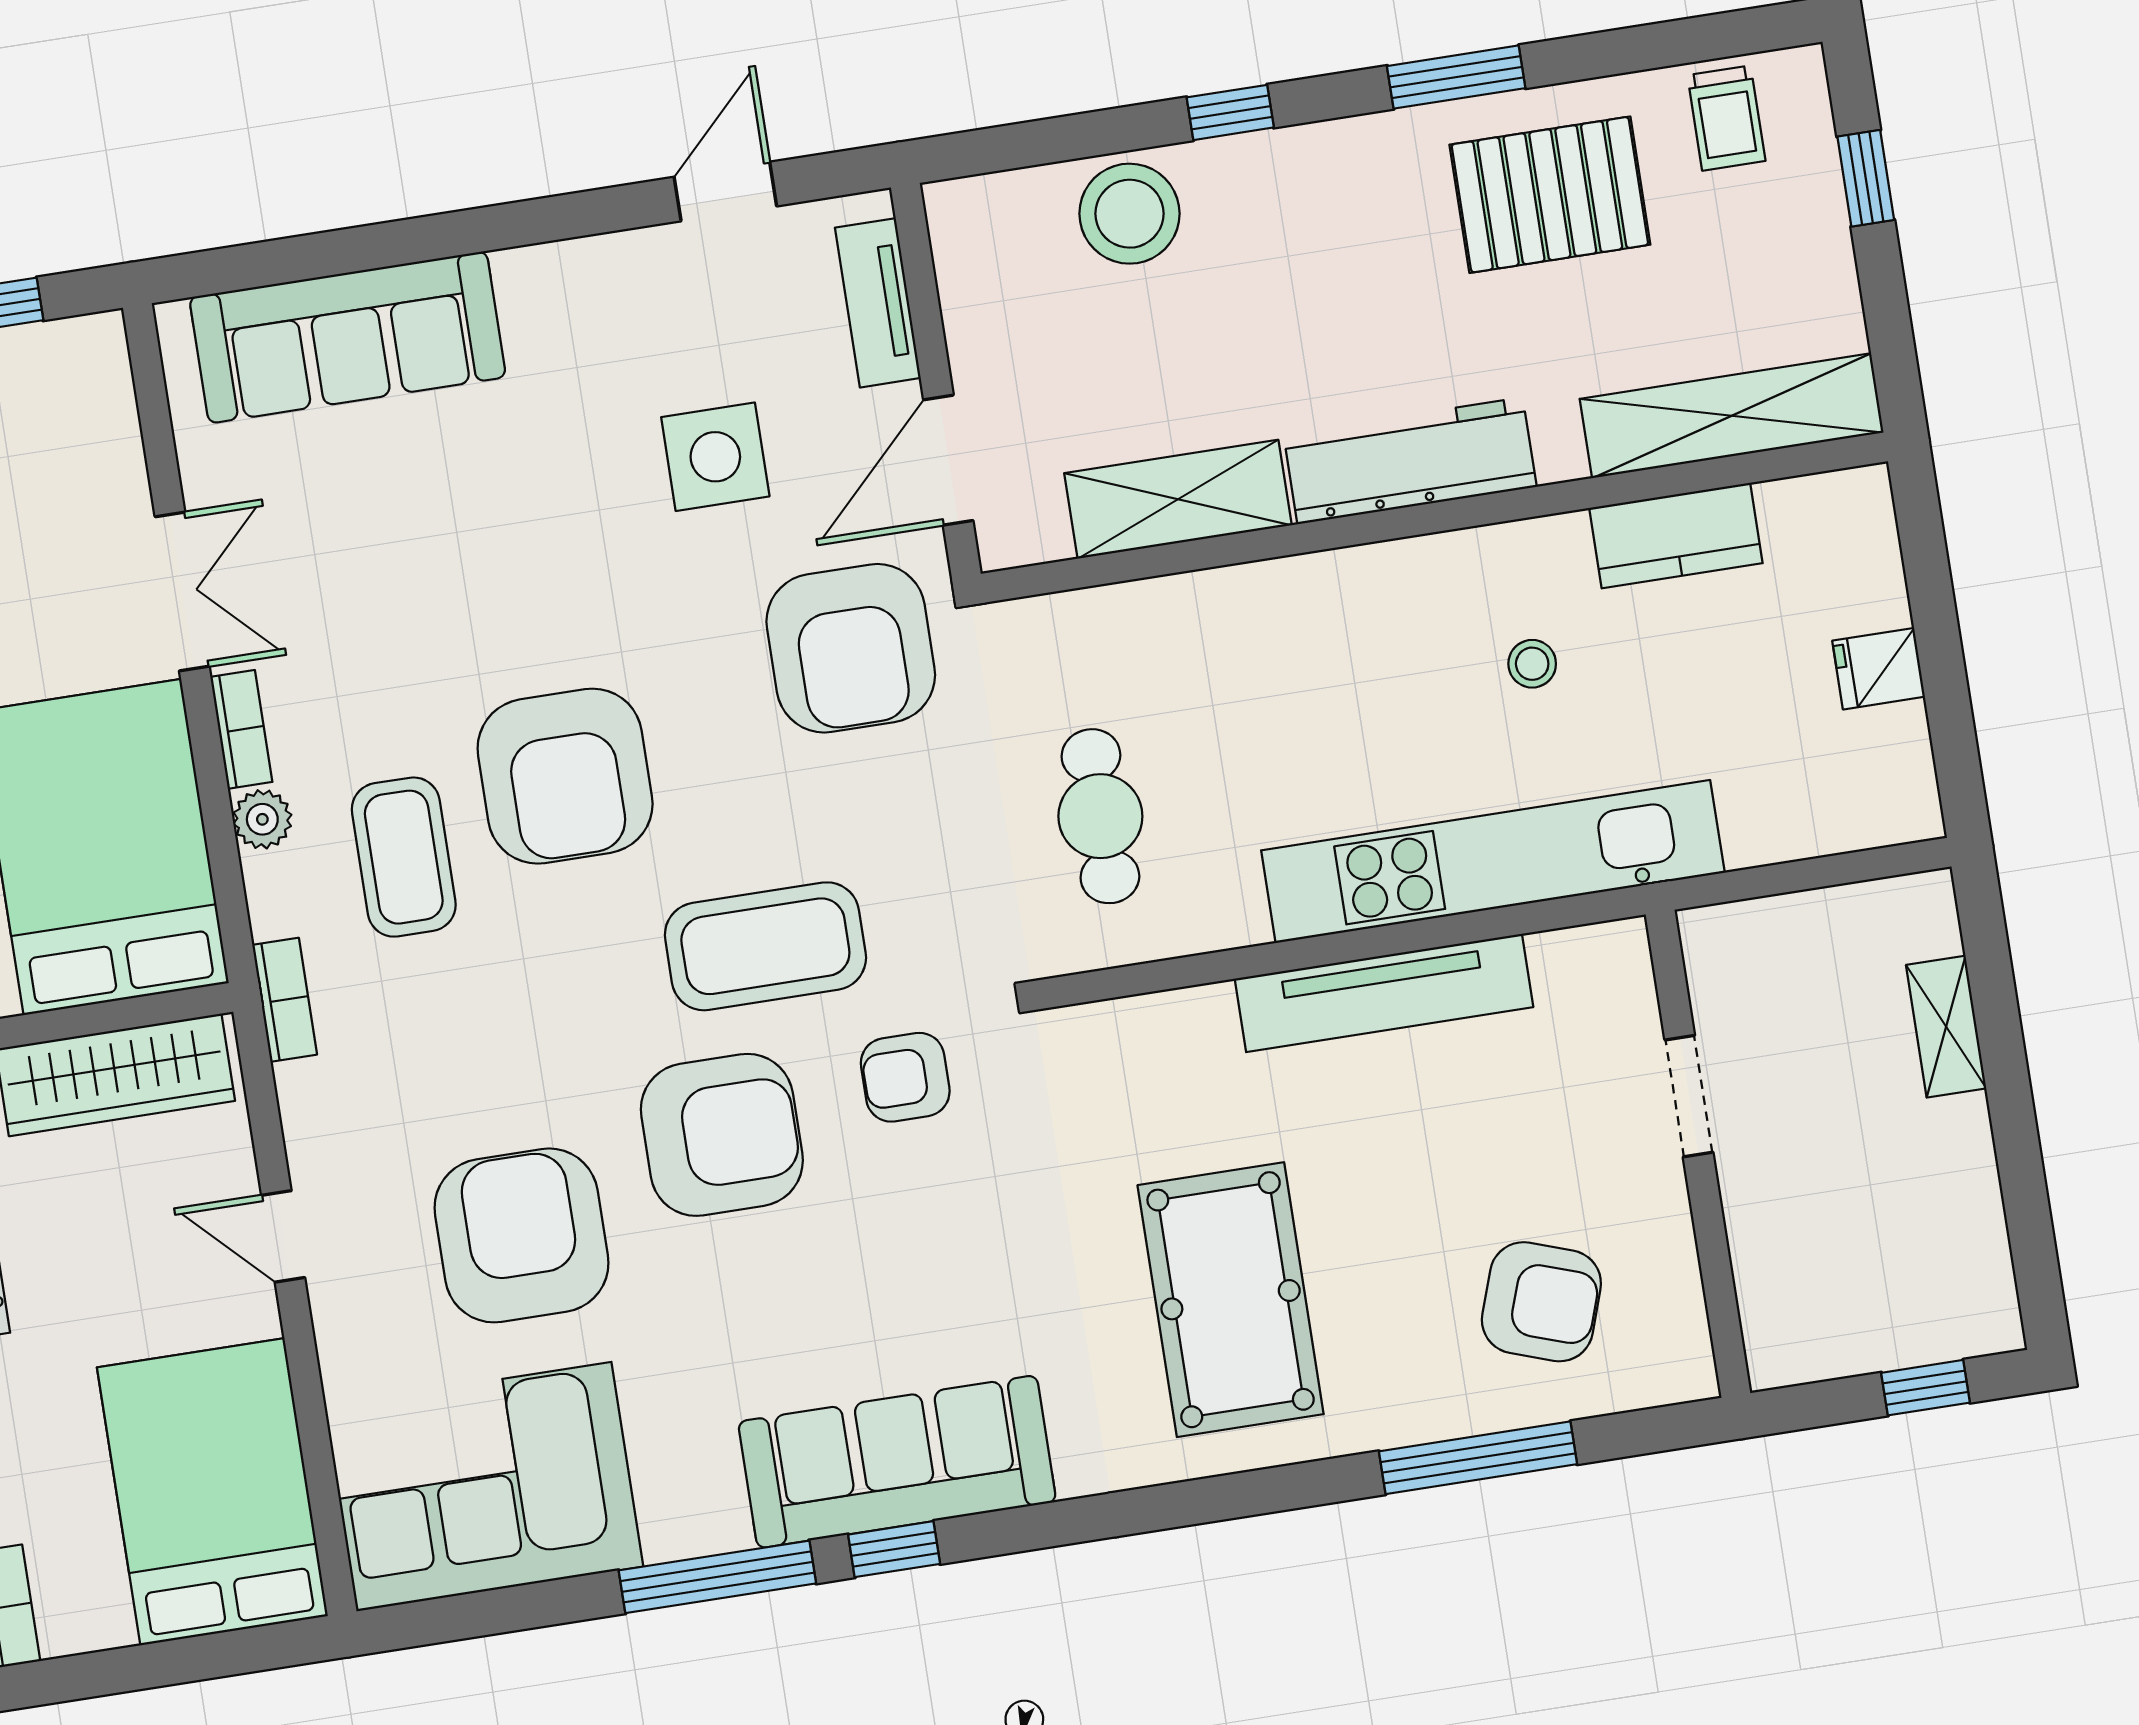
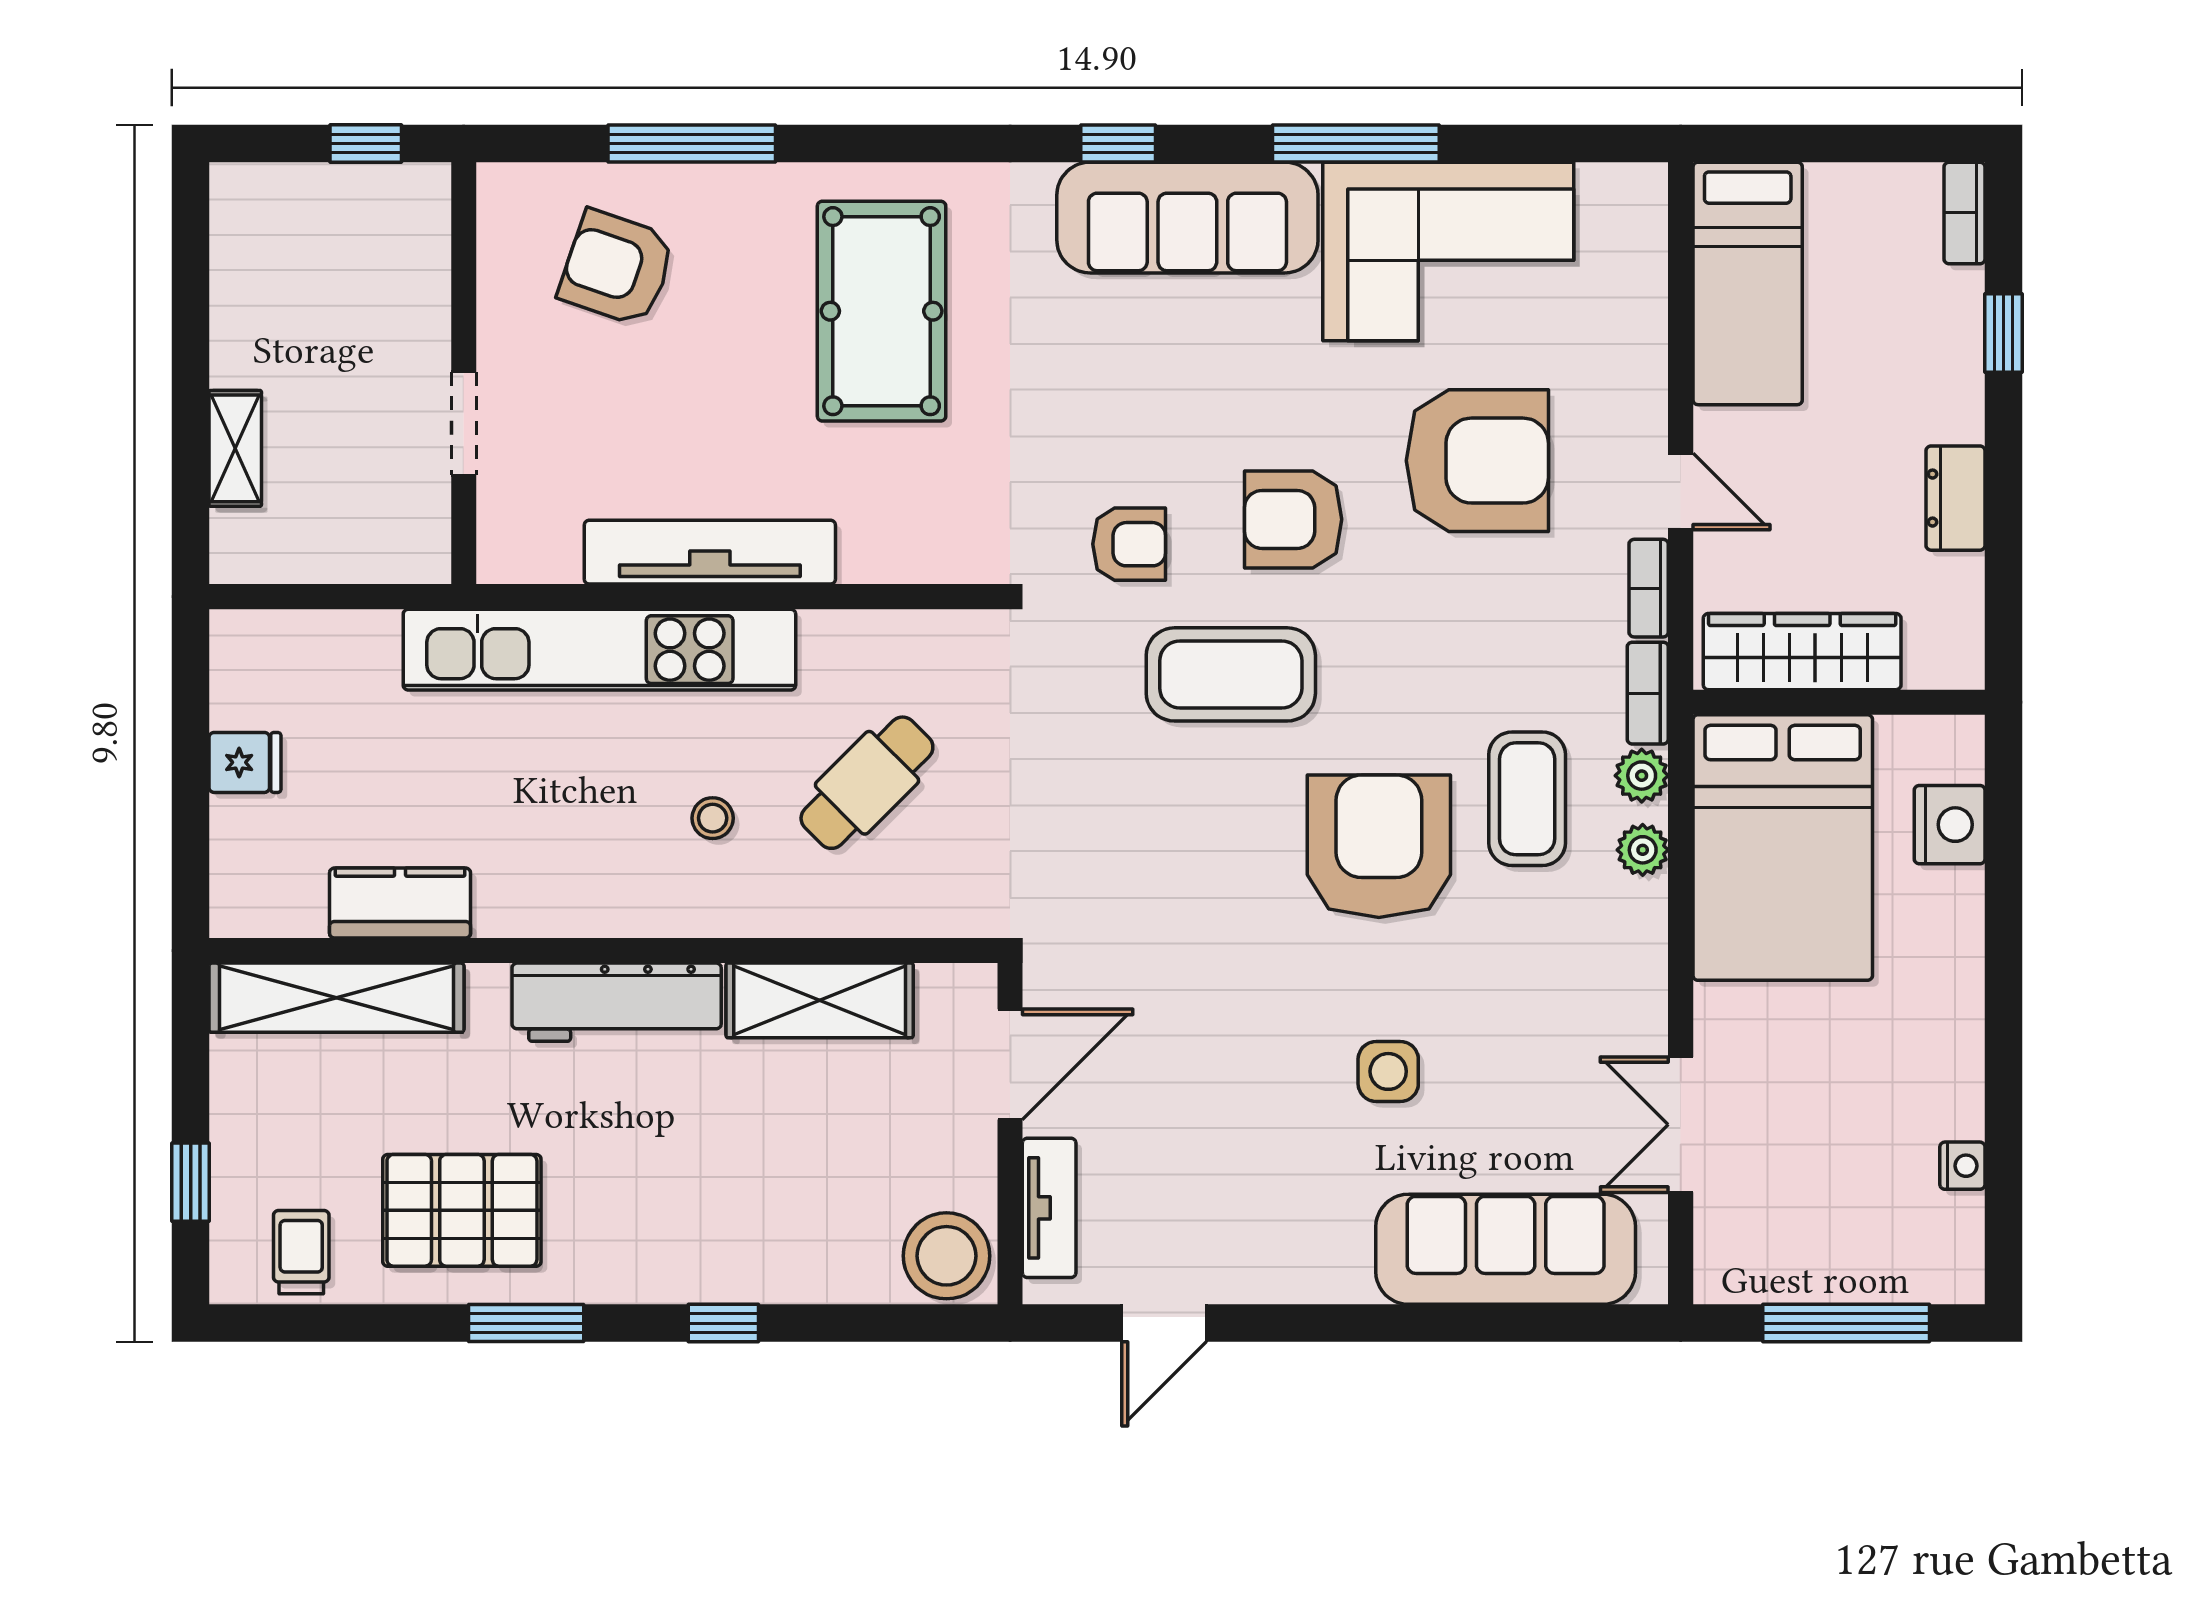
stool: (1130, 214) -> (946, 1256), moved
side table: (715, 457) -> (1388, 1071), moved, width x0.73, depth x0.73
double door: (182, 592) -> (1681, 1125), moved
armchair: (851, 648) -> (1118, 917), removed
stool: (1532, 664) -> (713, 818), moved
bookcase: (241, 729) -> (1649, 588), moved
cafe table: (1100, 816) -> (867, 783), moved, turned 45
plant: (277, 904) -> (1642, 776), added
armchair: (722, 1135) -> (1293, 519), width x0.73, depth x0.73
armchair: (522, 1235) -> (1477, 461), turned -90
window: (1925, 1388) -> (366, 143), moved
corner sofa: (484, 1487) -> (1448, 251), moved
bed: (212, 1492) -> (1748, 283), width x0.67
window: (894, 1549) -> (1118, 143), moved

